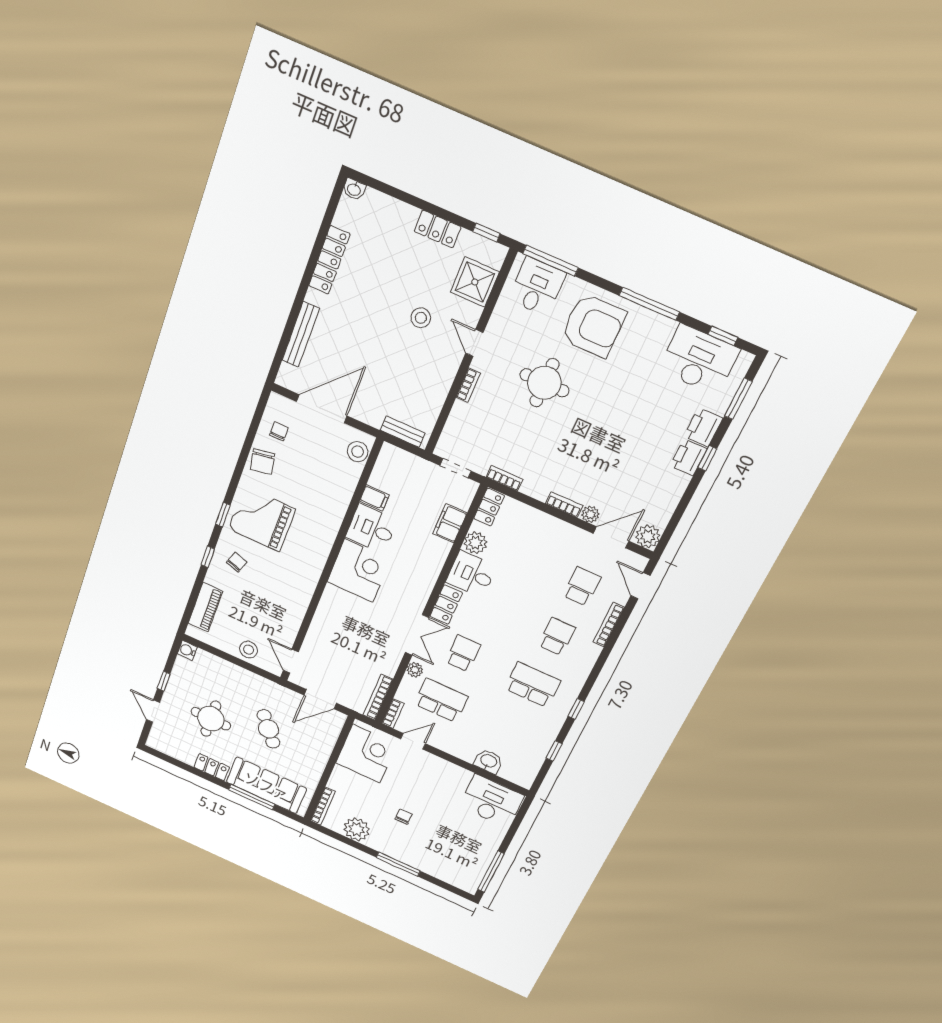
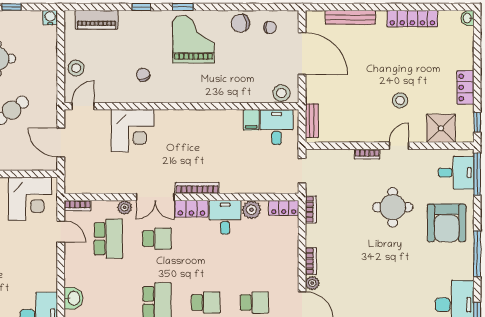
filing cabinet: (450, 523) -> (258, 184), removed
desk: (371, 529) -> (277, 127), moved
chair: (237, 562) -> (143, 75), moved, turned -129
corner desk: (359, 571) -> (133, 131), moved
bookcase: (378, 697) -> (197, 188), moved

